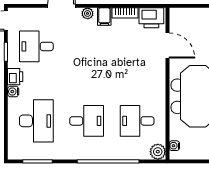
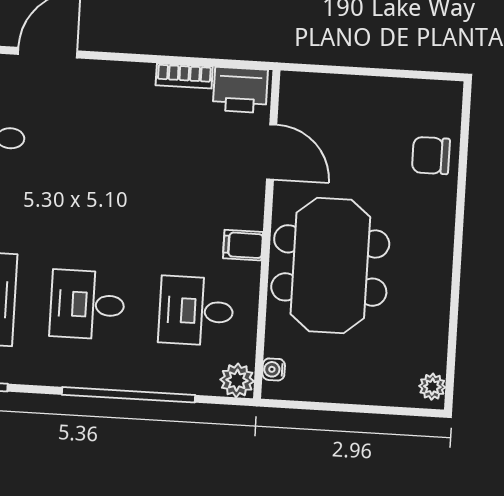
plant: (88, 13) -> (103, 72), removed
filing cabinet: (104, 17) -> (243, 245), moved, turned 90
desk: (87, 121) -> (87, 305), turned 180

